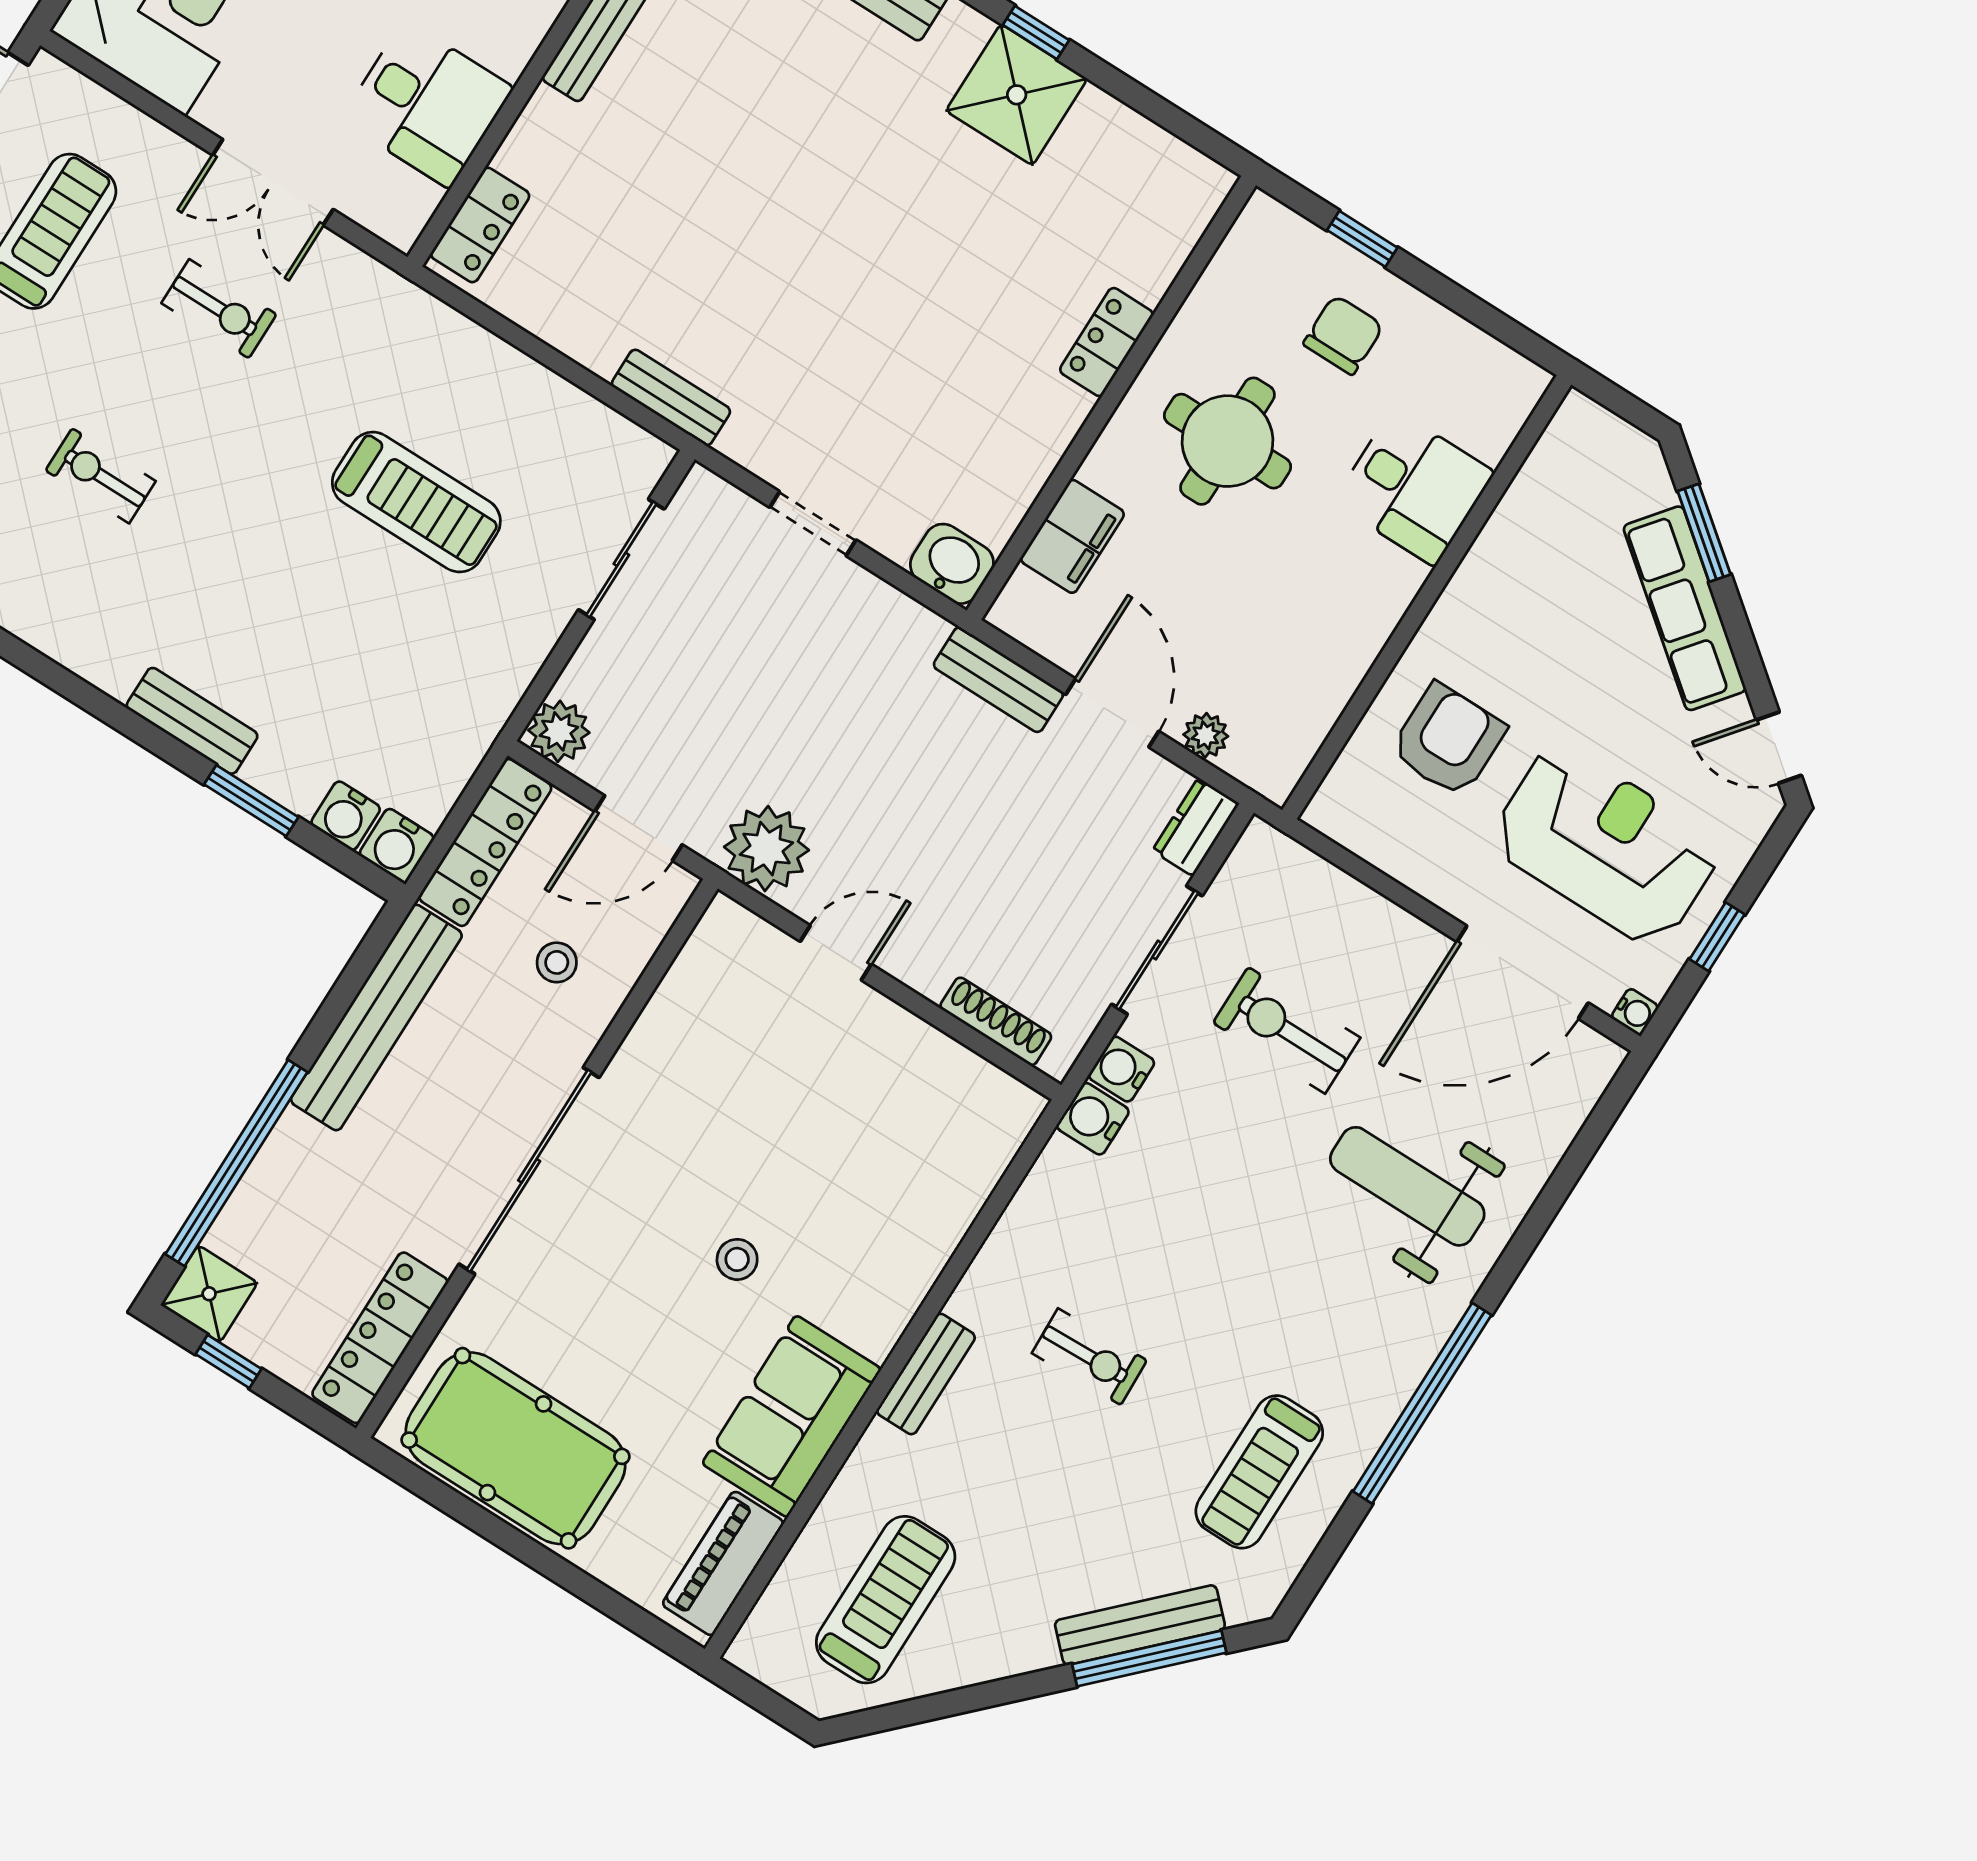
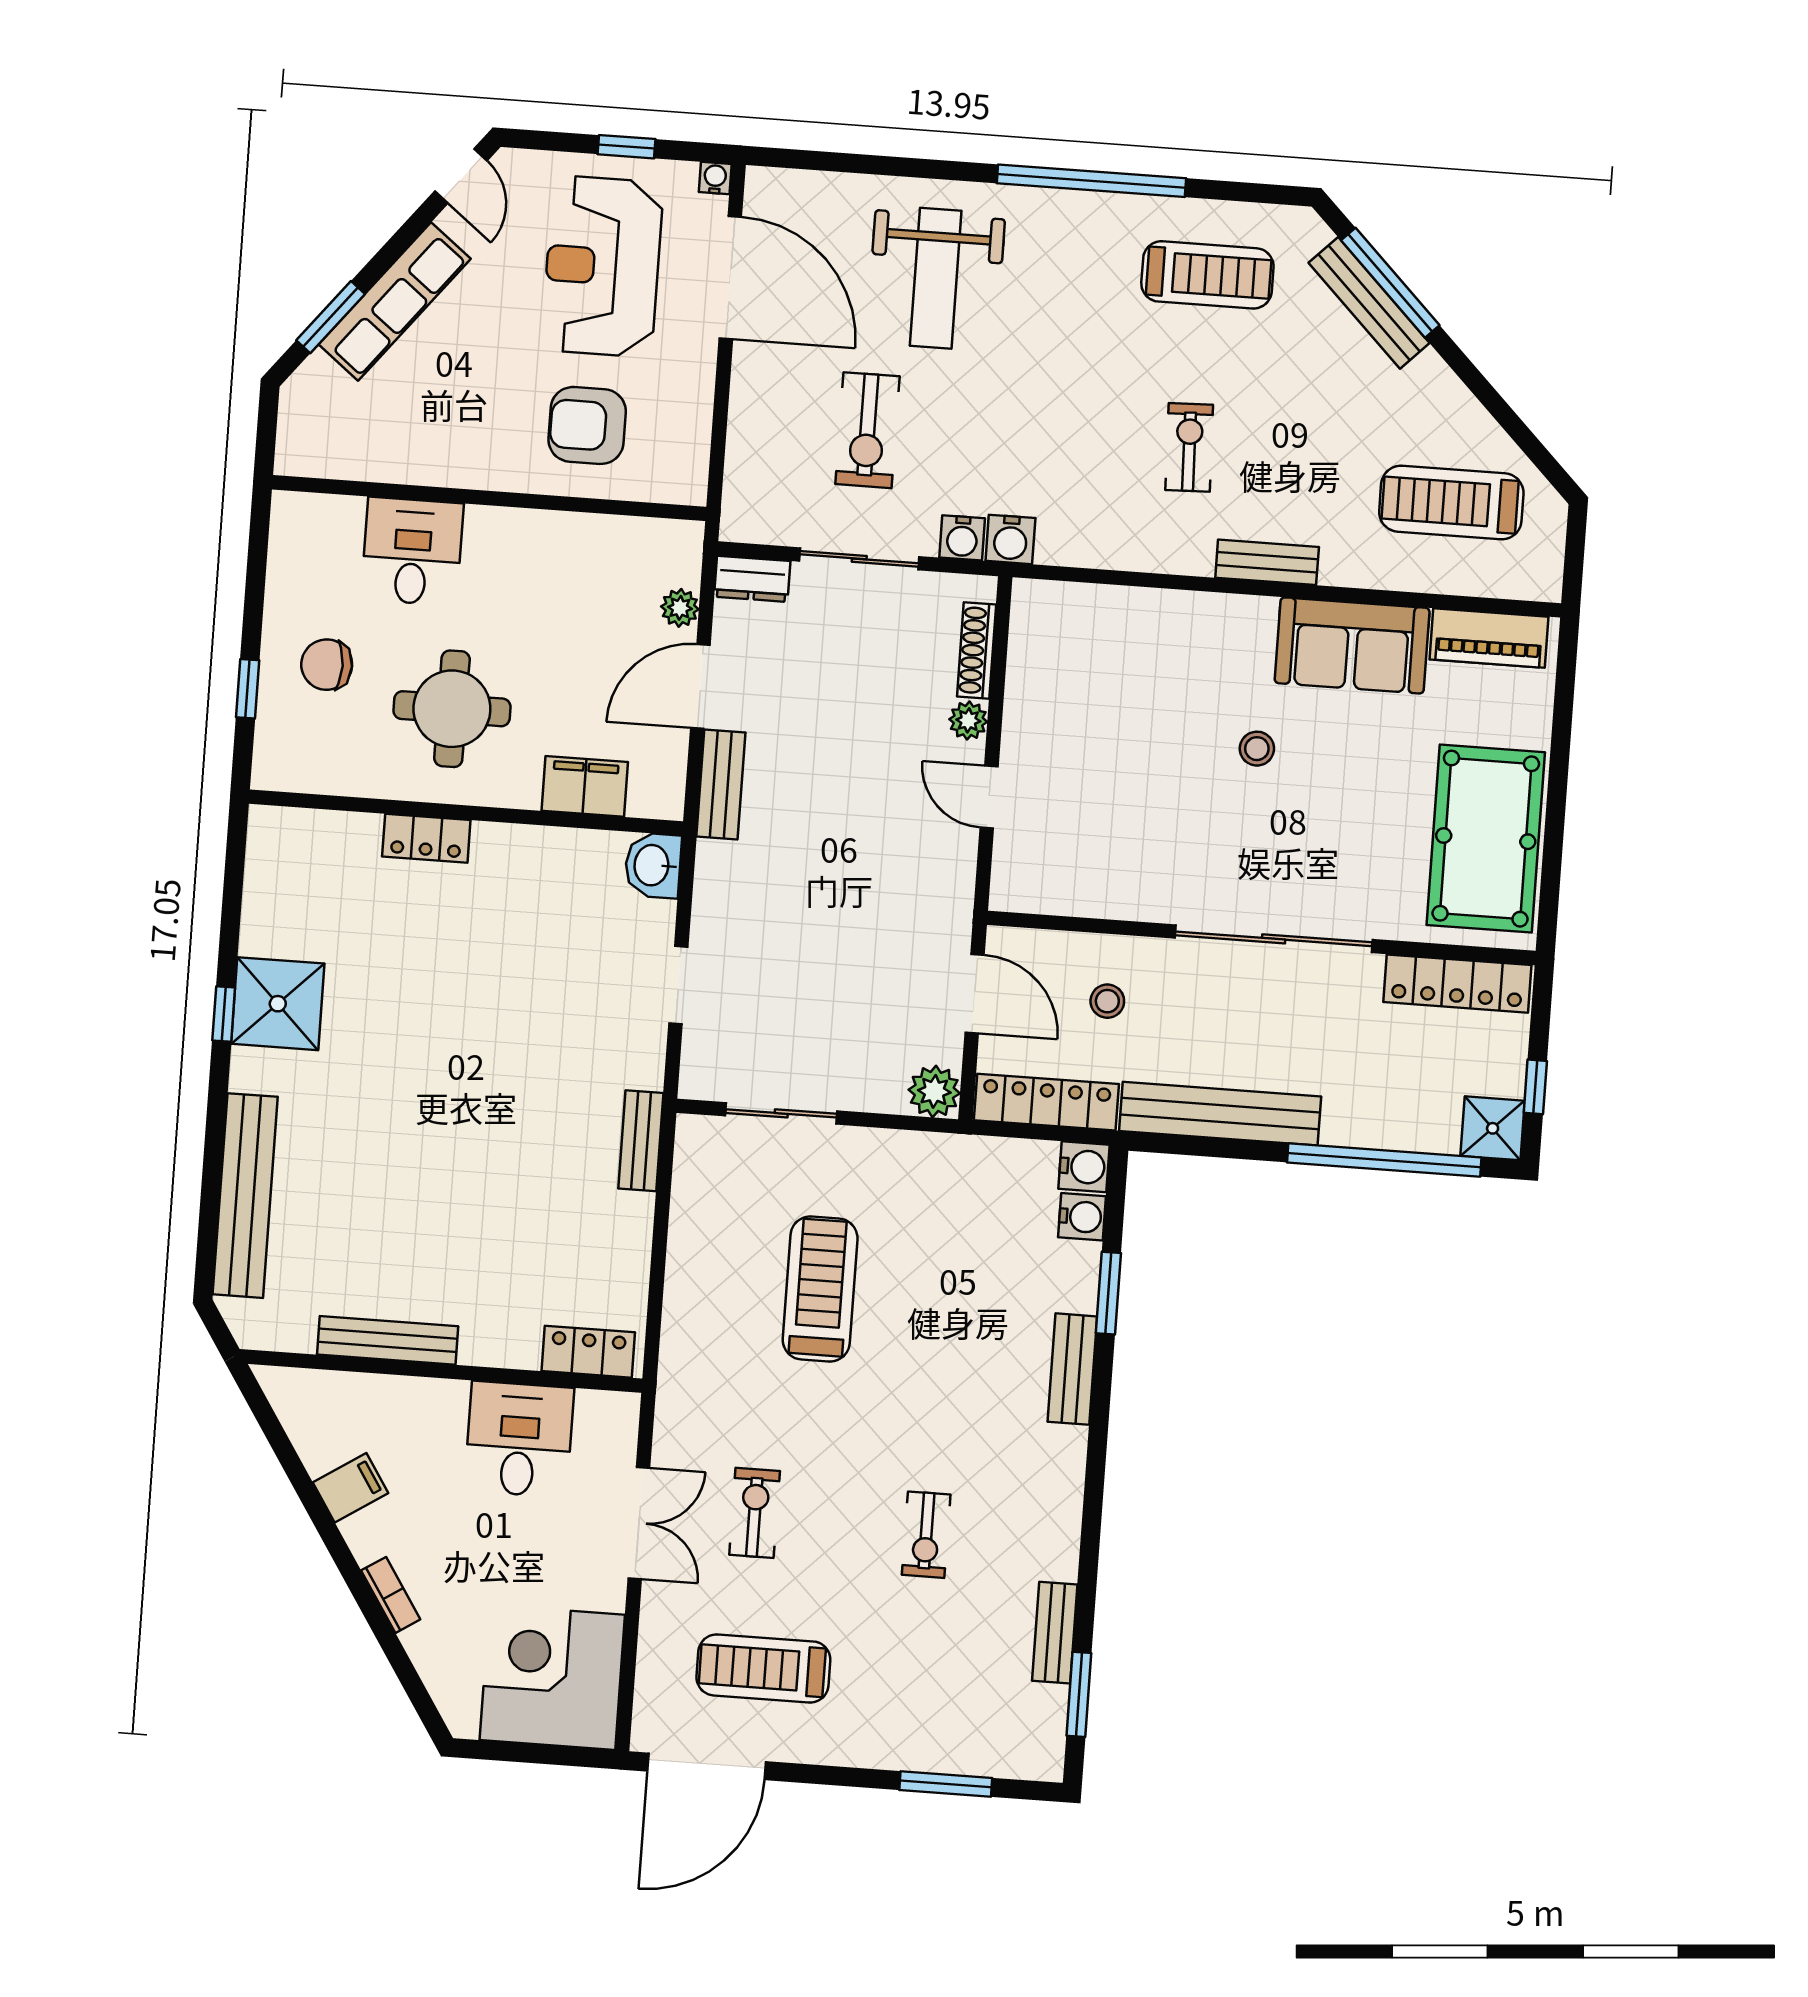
plant: (766, 849) -> (968, 720), moved, width x0.53, depth x0.53

